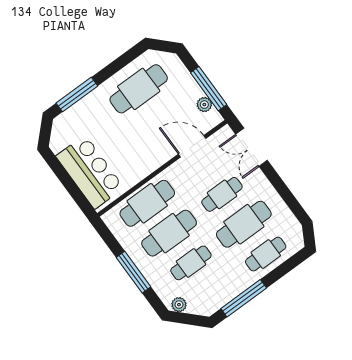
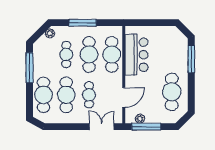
bar counter: (90, 172) -> (136, 55), moved, turned -90
cafe table: (266, 254) -> (43, 95), width x1.37, depth x1.35

